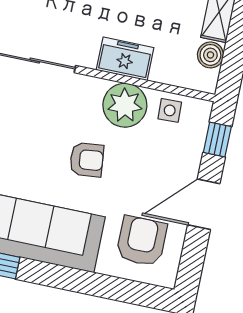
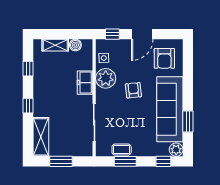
door: (204, 204) -> (142, 34), hinge flipped
armchair: (142, 241) -> (164, 58), turned -90

